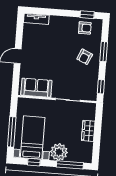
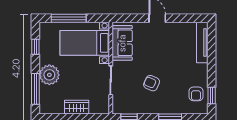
tv unit: (36, 19) -> (202, 43), width x1.41
armchair: (85, 57) -> (152, 83), moved
bed with nightstands: (33, 138) -> (85, 43), moved, turned 180

